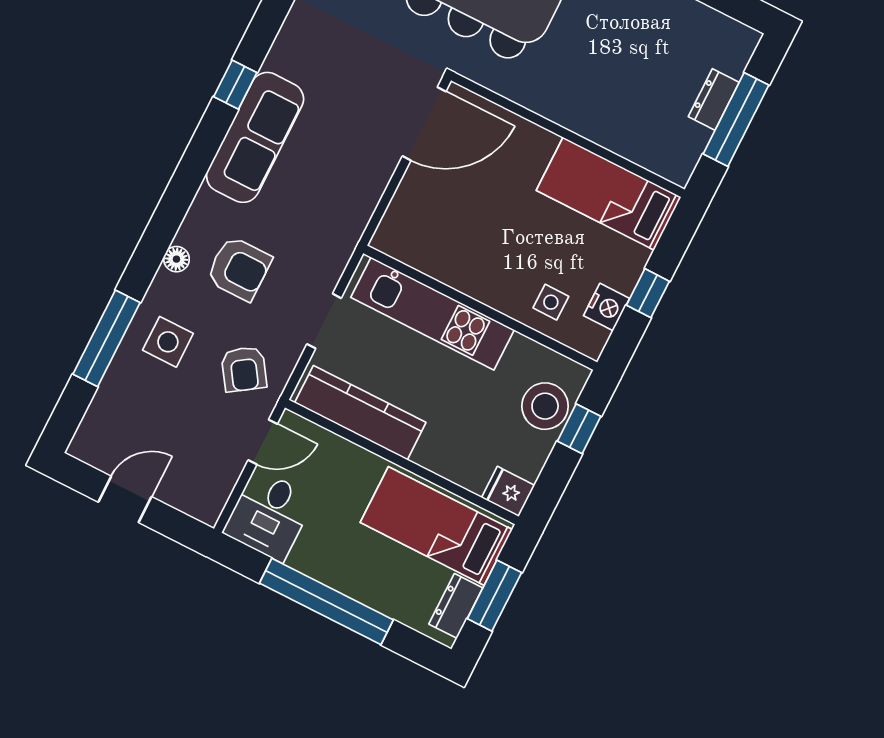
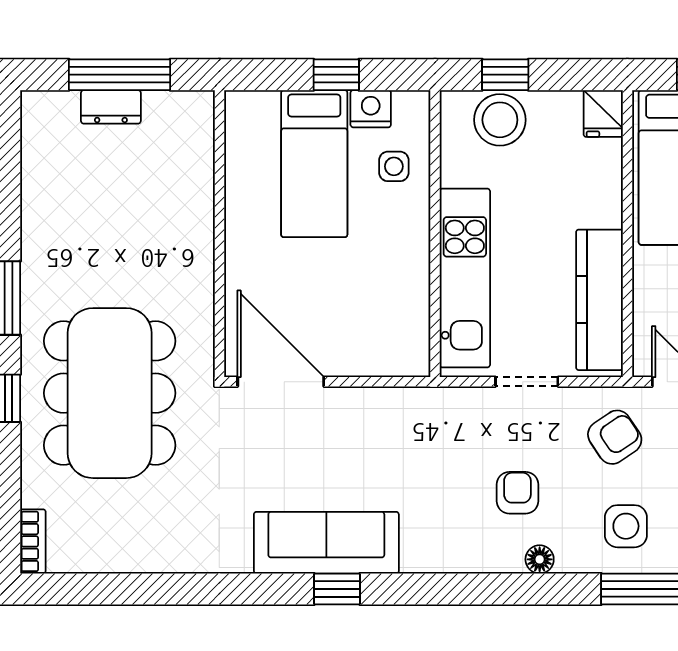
sofa: (255, 137) -> (326, 543), moved
bed: (609, 194) -> (314, 164), moved
armchair: (239, 268) -> (517, 493), width x0.72, depth x0.72

